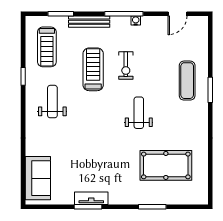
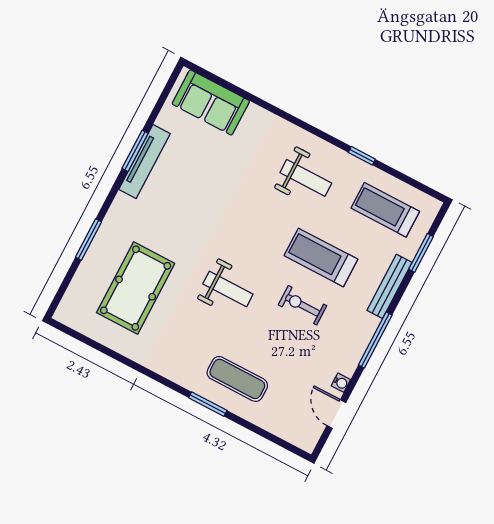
water cooler: (136, 21) -> (341, 383), moved
treadmill: (93, 69) -> (321, 257), turned 180
tv unit: (91, 198) -> (145, 162), width x1.41

